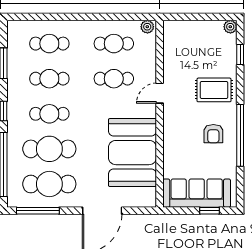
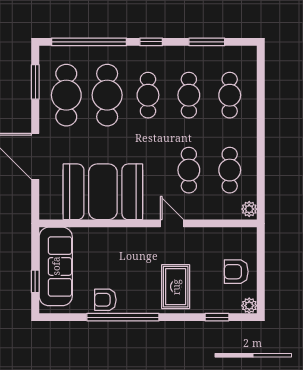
armchair: (201, 38) -> (236, 272), added
armchair: (213, 134) -> (105, 300), moved
window: (38, 211) -> (35, 82), width x0.69

